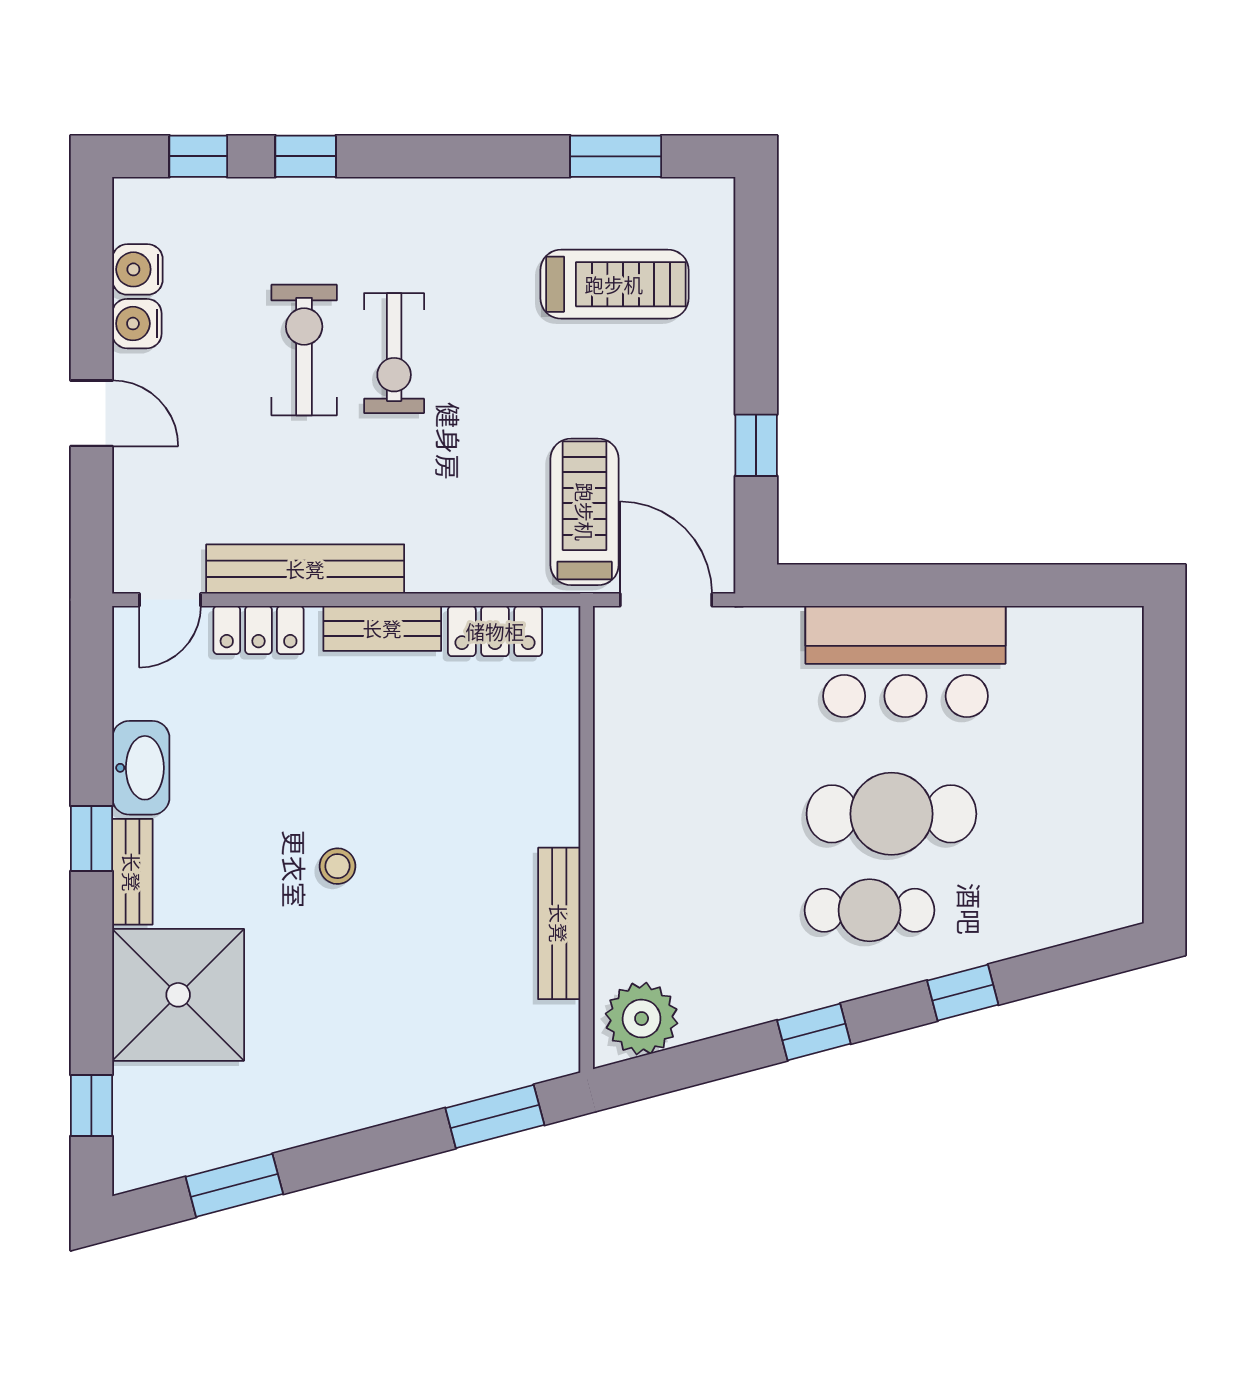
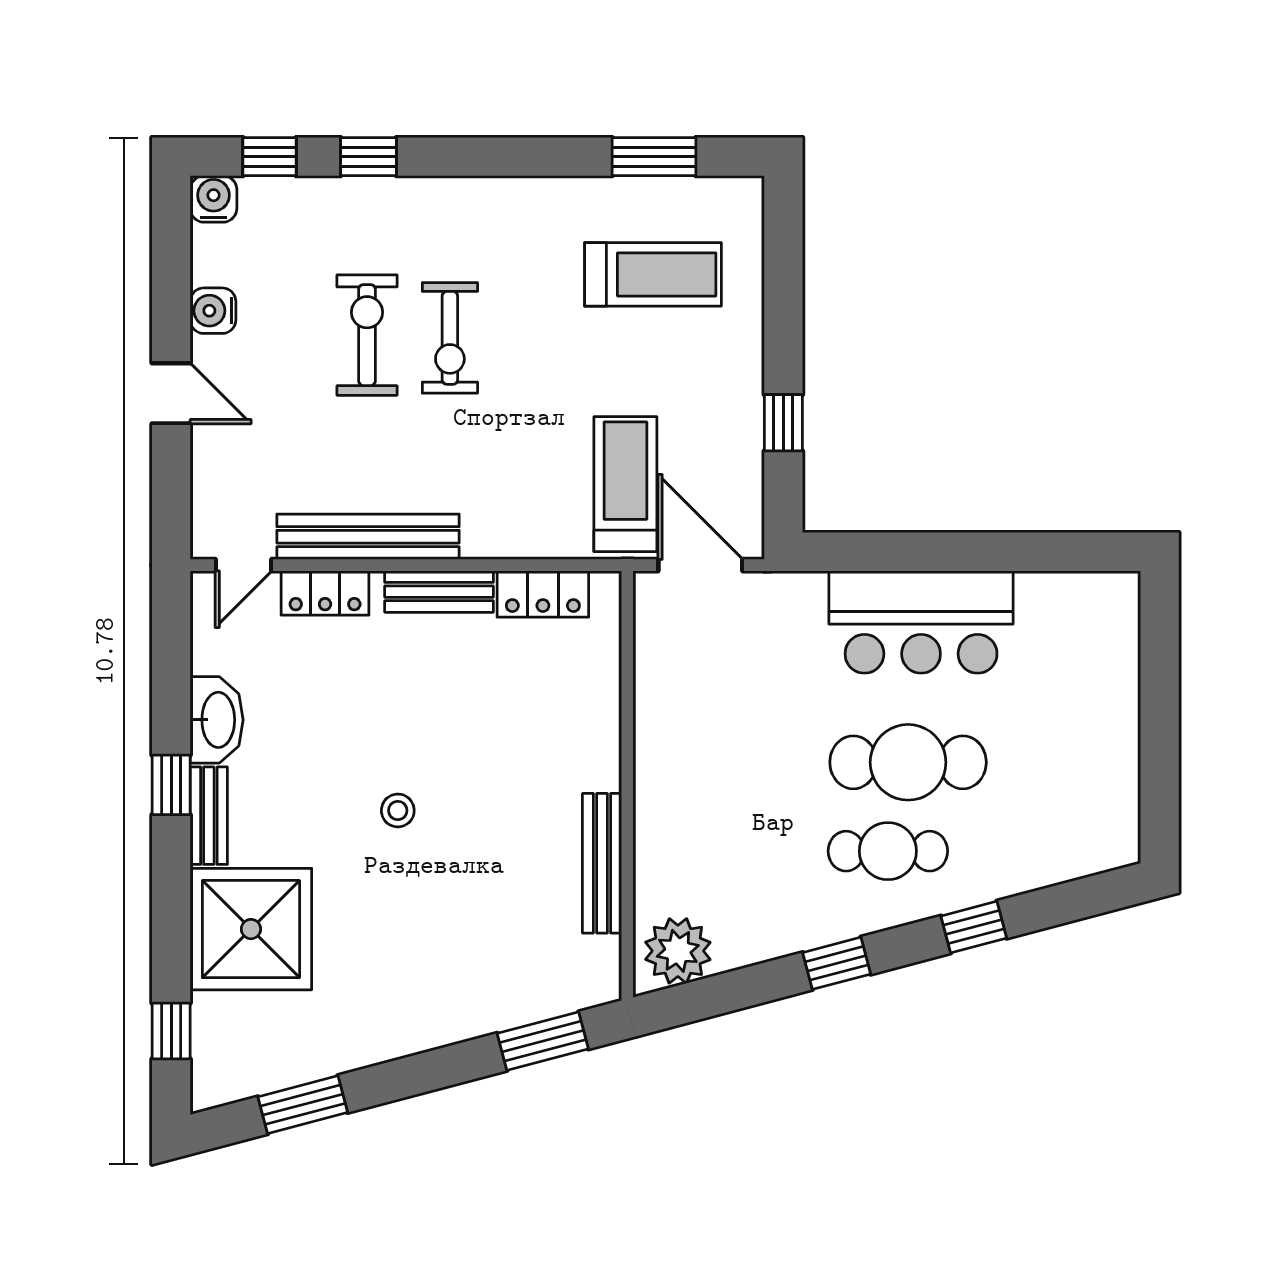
water cooler: (137, 269) -> (214, 199), moved, turned 90

